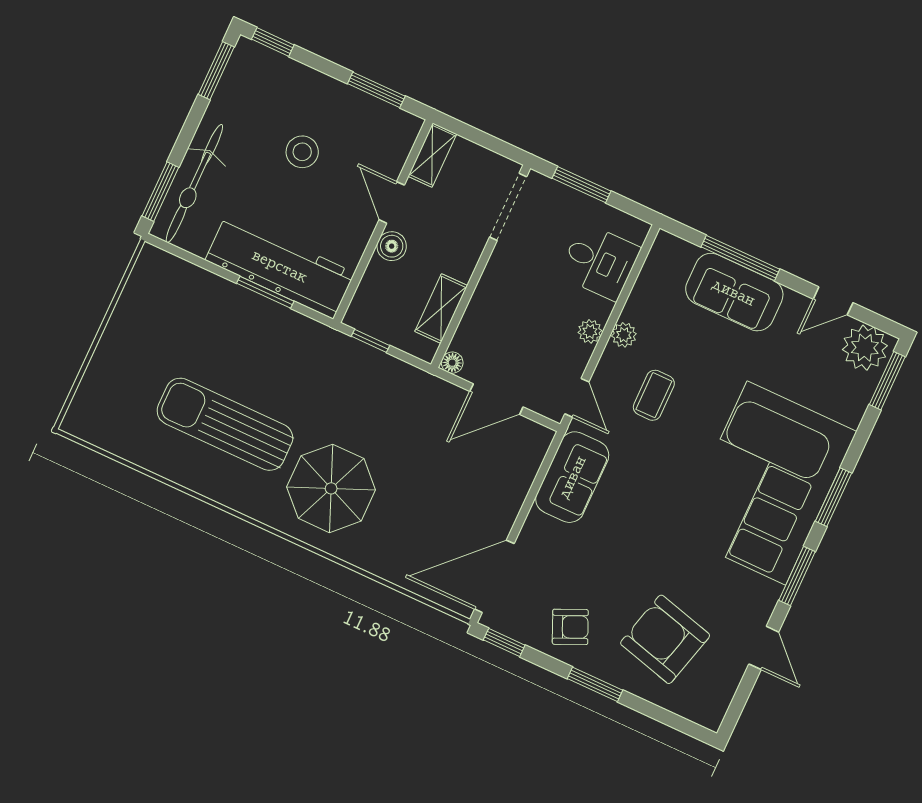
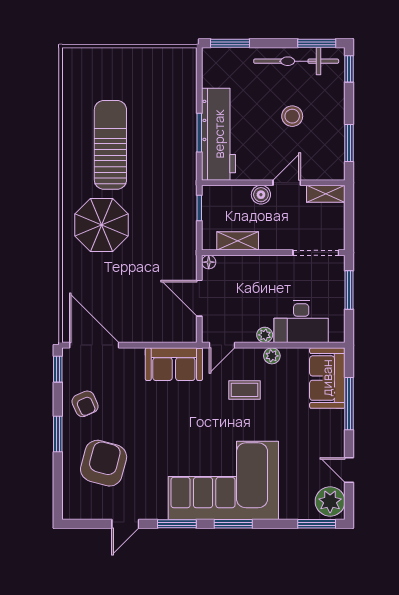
bicycle: (194, 184) -> (296, 61), moved
desk: (600, 262) -> (301, 322), width x1.37
sofa: (734, 292) -> (327, 378), moved

